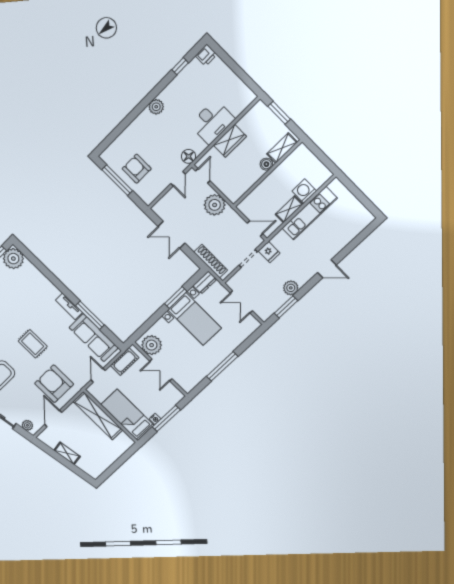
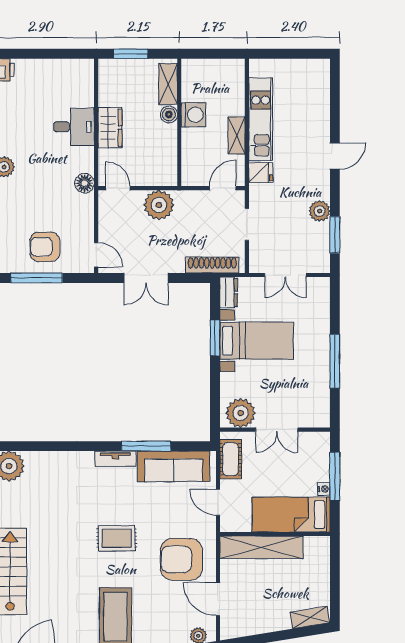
desk: (212, 122) -> (74, 127), width x0.73
door: (178, 179) -> (96, 255), moved
washing machine: (304, 191) -> (193, 115), moved, turned 180
fridge: (269, 252) -> (261, 173), moved
shelving: (67, 453) -> (310, 617), moved

